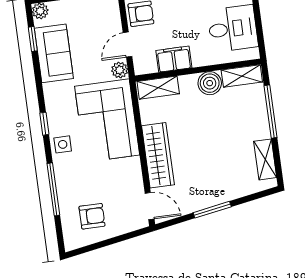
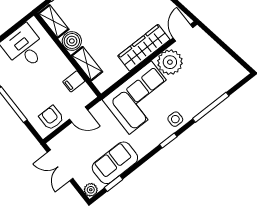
filing cabinet: (174, 59) -> (74, 81), width x0.50
plant: (120, 70) -> (170, 62), moved, width x1.87, depth x1.87
shelving: (158, 88) -> (87, 64), moved
armchair: (92, 216) -> (214, 69), removed

